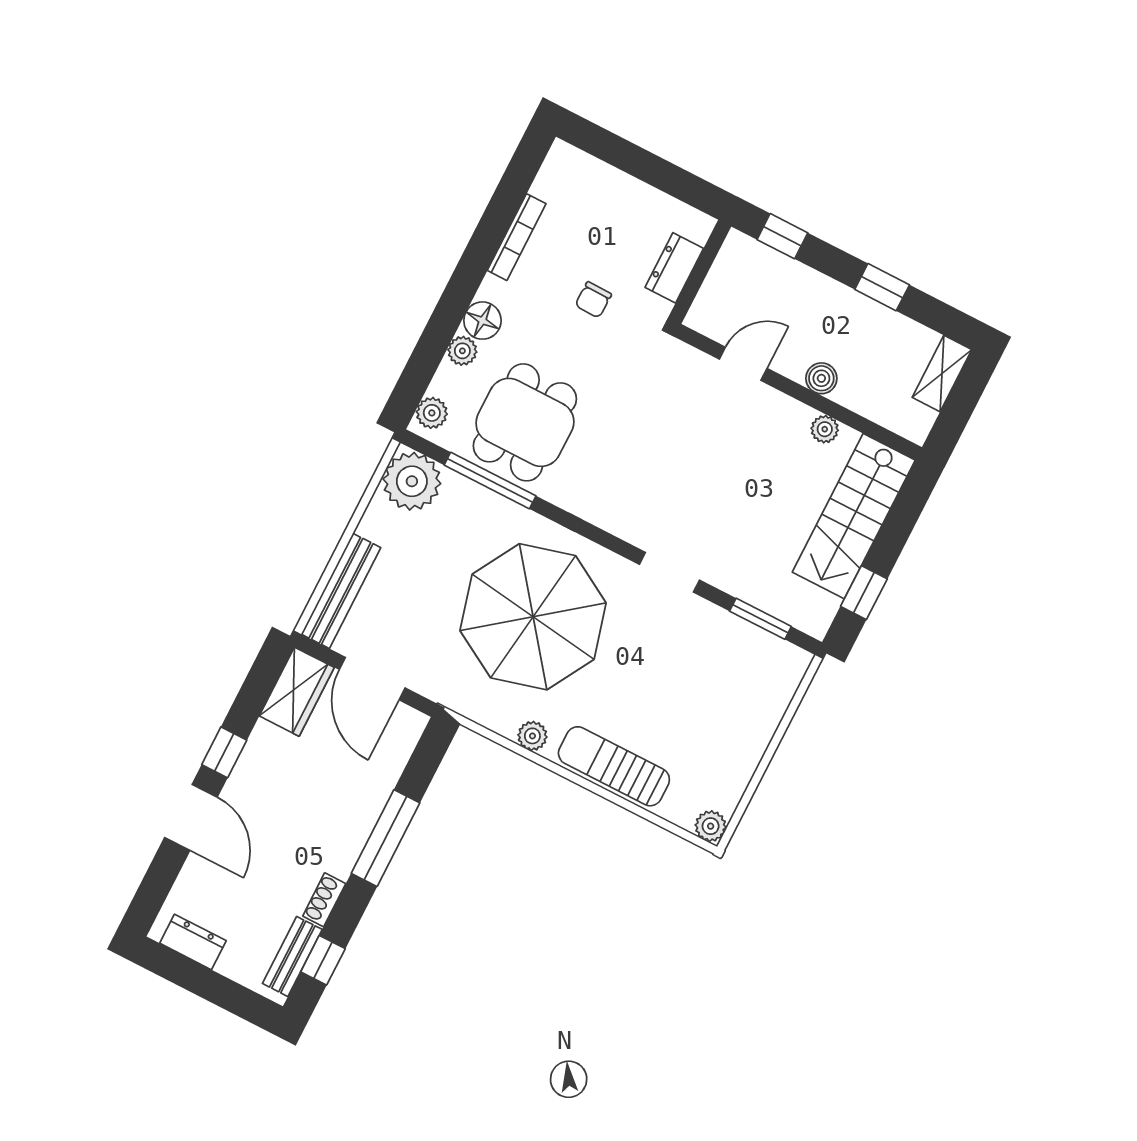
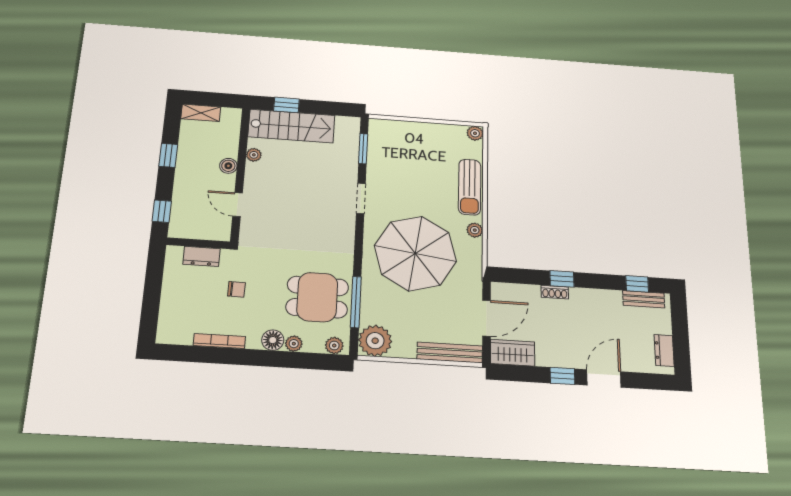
window: (864, 593) -> (286, 105), moved
window: (385, 838) -> (562, 279), width x0.46
shoe rack: (324, 900) -> (555, 292), moved

